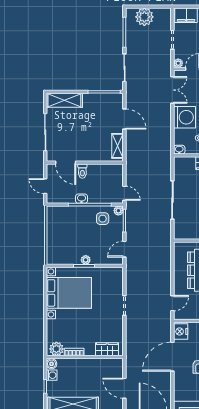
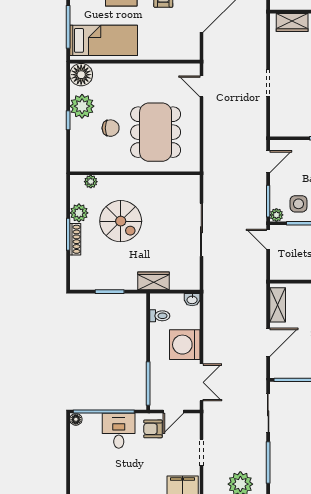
plant: (178, 63) -> (193, 420), removed
double door: (172, 90) -> (201, 382), swing flipped
door: (124, 119) -> (268, 342), swing flipped
door: (172, 303) -> (201, 86), hinge flipped
nightstand: (181, 331) -> (190, 47), removed

